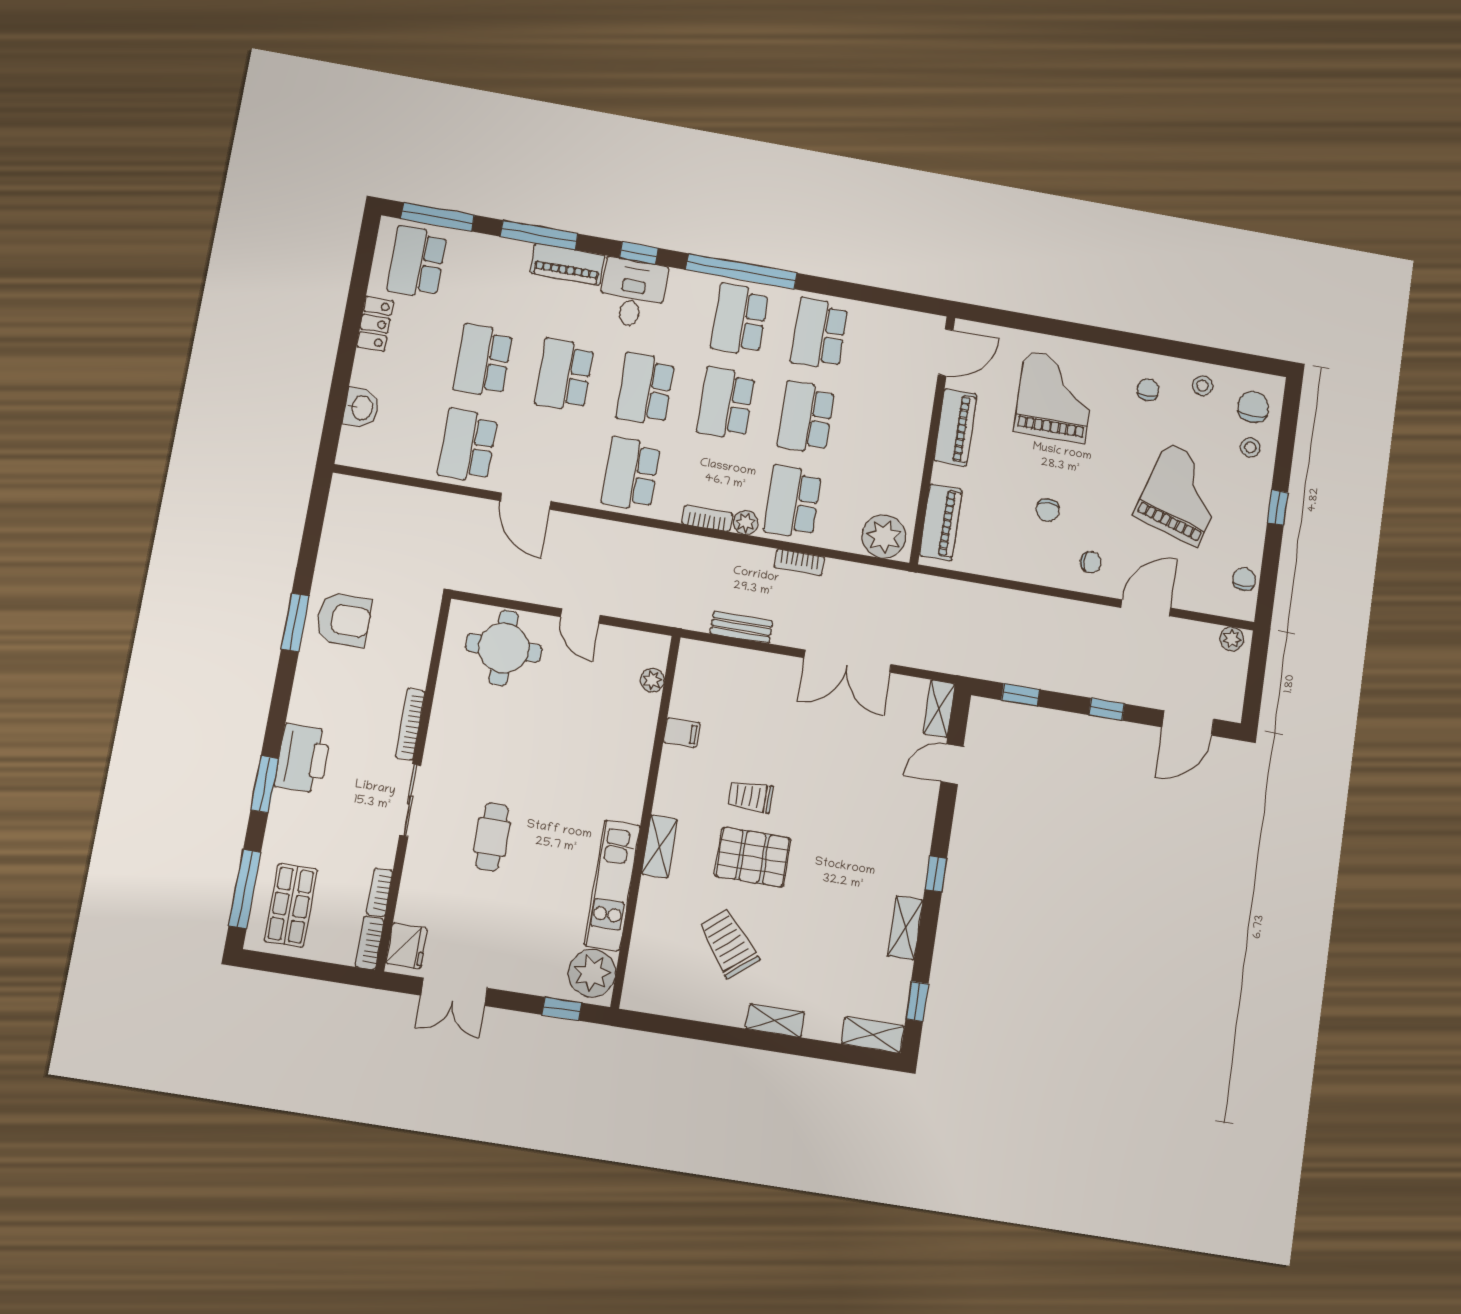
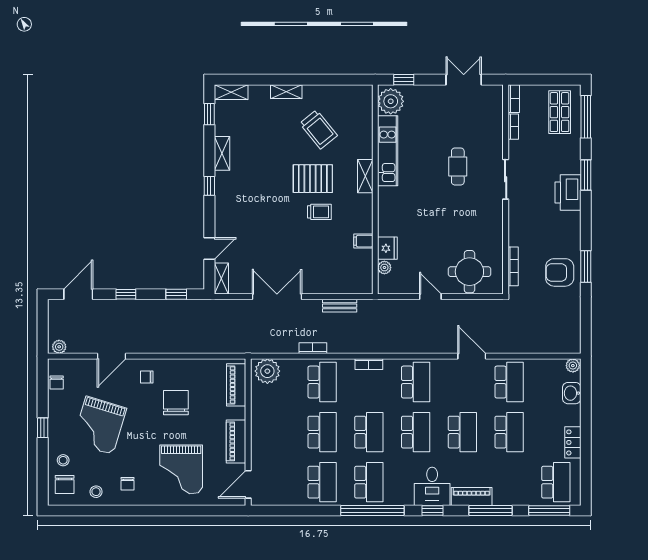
chair: (1048, 510) -> (176, 403), width x1.87, depth x1.87
plant: (746, 523) -> (573, 366), moved
bookcase: (410, 724) -> (513, 266), moved
fridge: (407, 946) -> (387, 248), moved, turned 180

